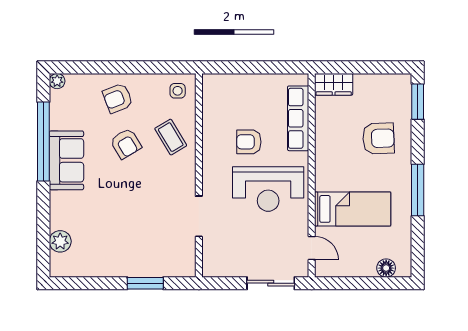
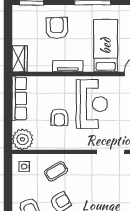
plant: (217, 89) -> (23, 139), added
row of seats: (298, 118) -> (19, 98), moved, turned -90
tv unit: (323, 154) -> (68, 66), added

